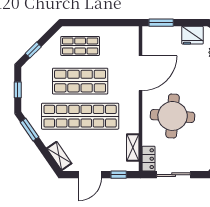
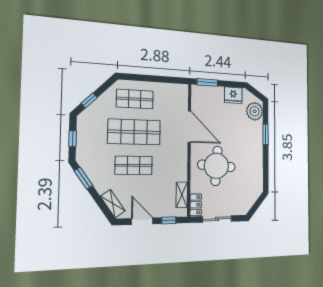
door: (141, 73) -> (189, 127), hinge flipped
shop shelf: (80, 116) -> (134, 165), width x0.50, depth x0.74
door: (90, 175) -> (142, 221), swing flipped

